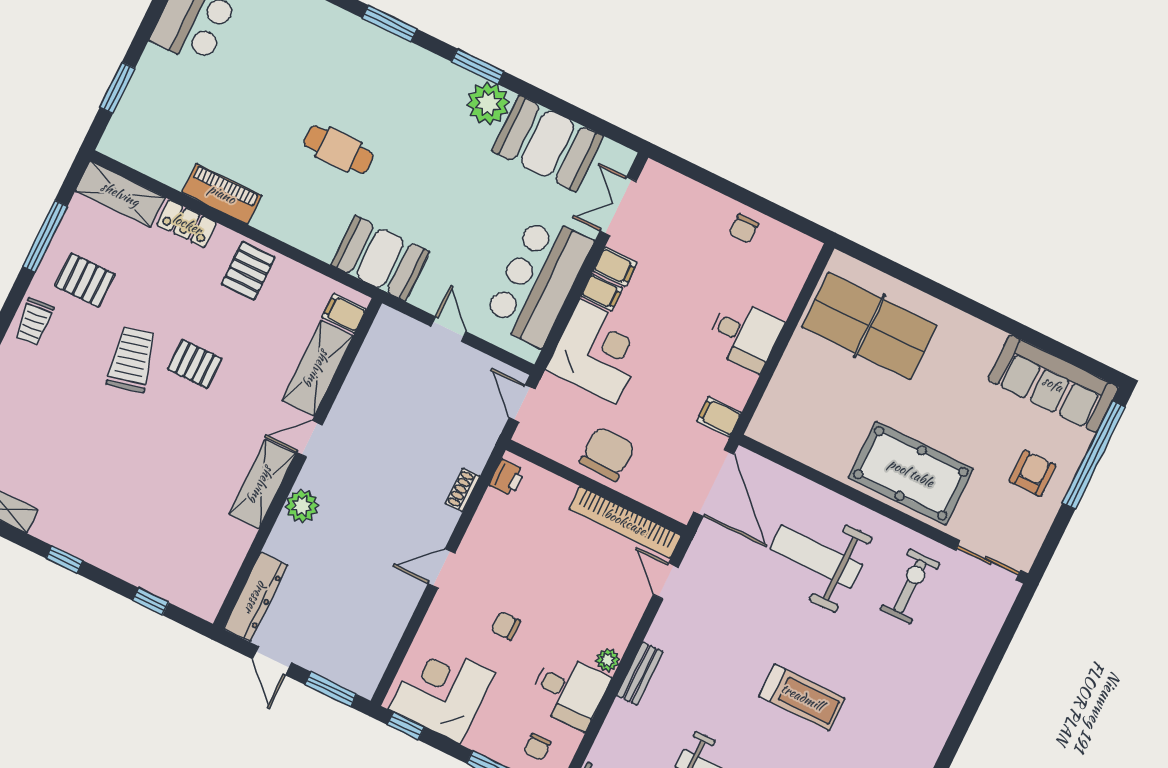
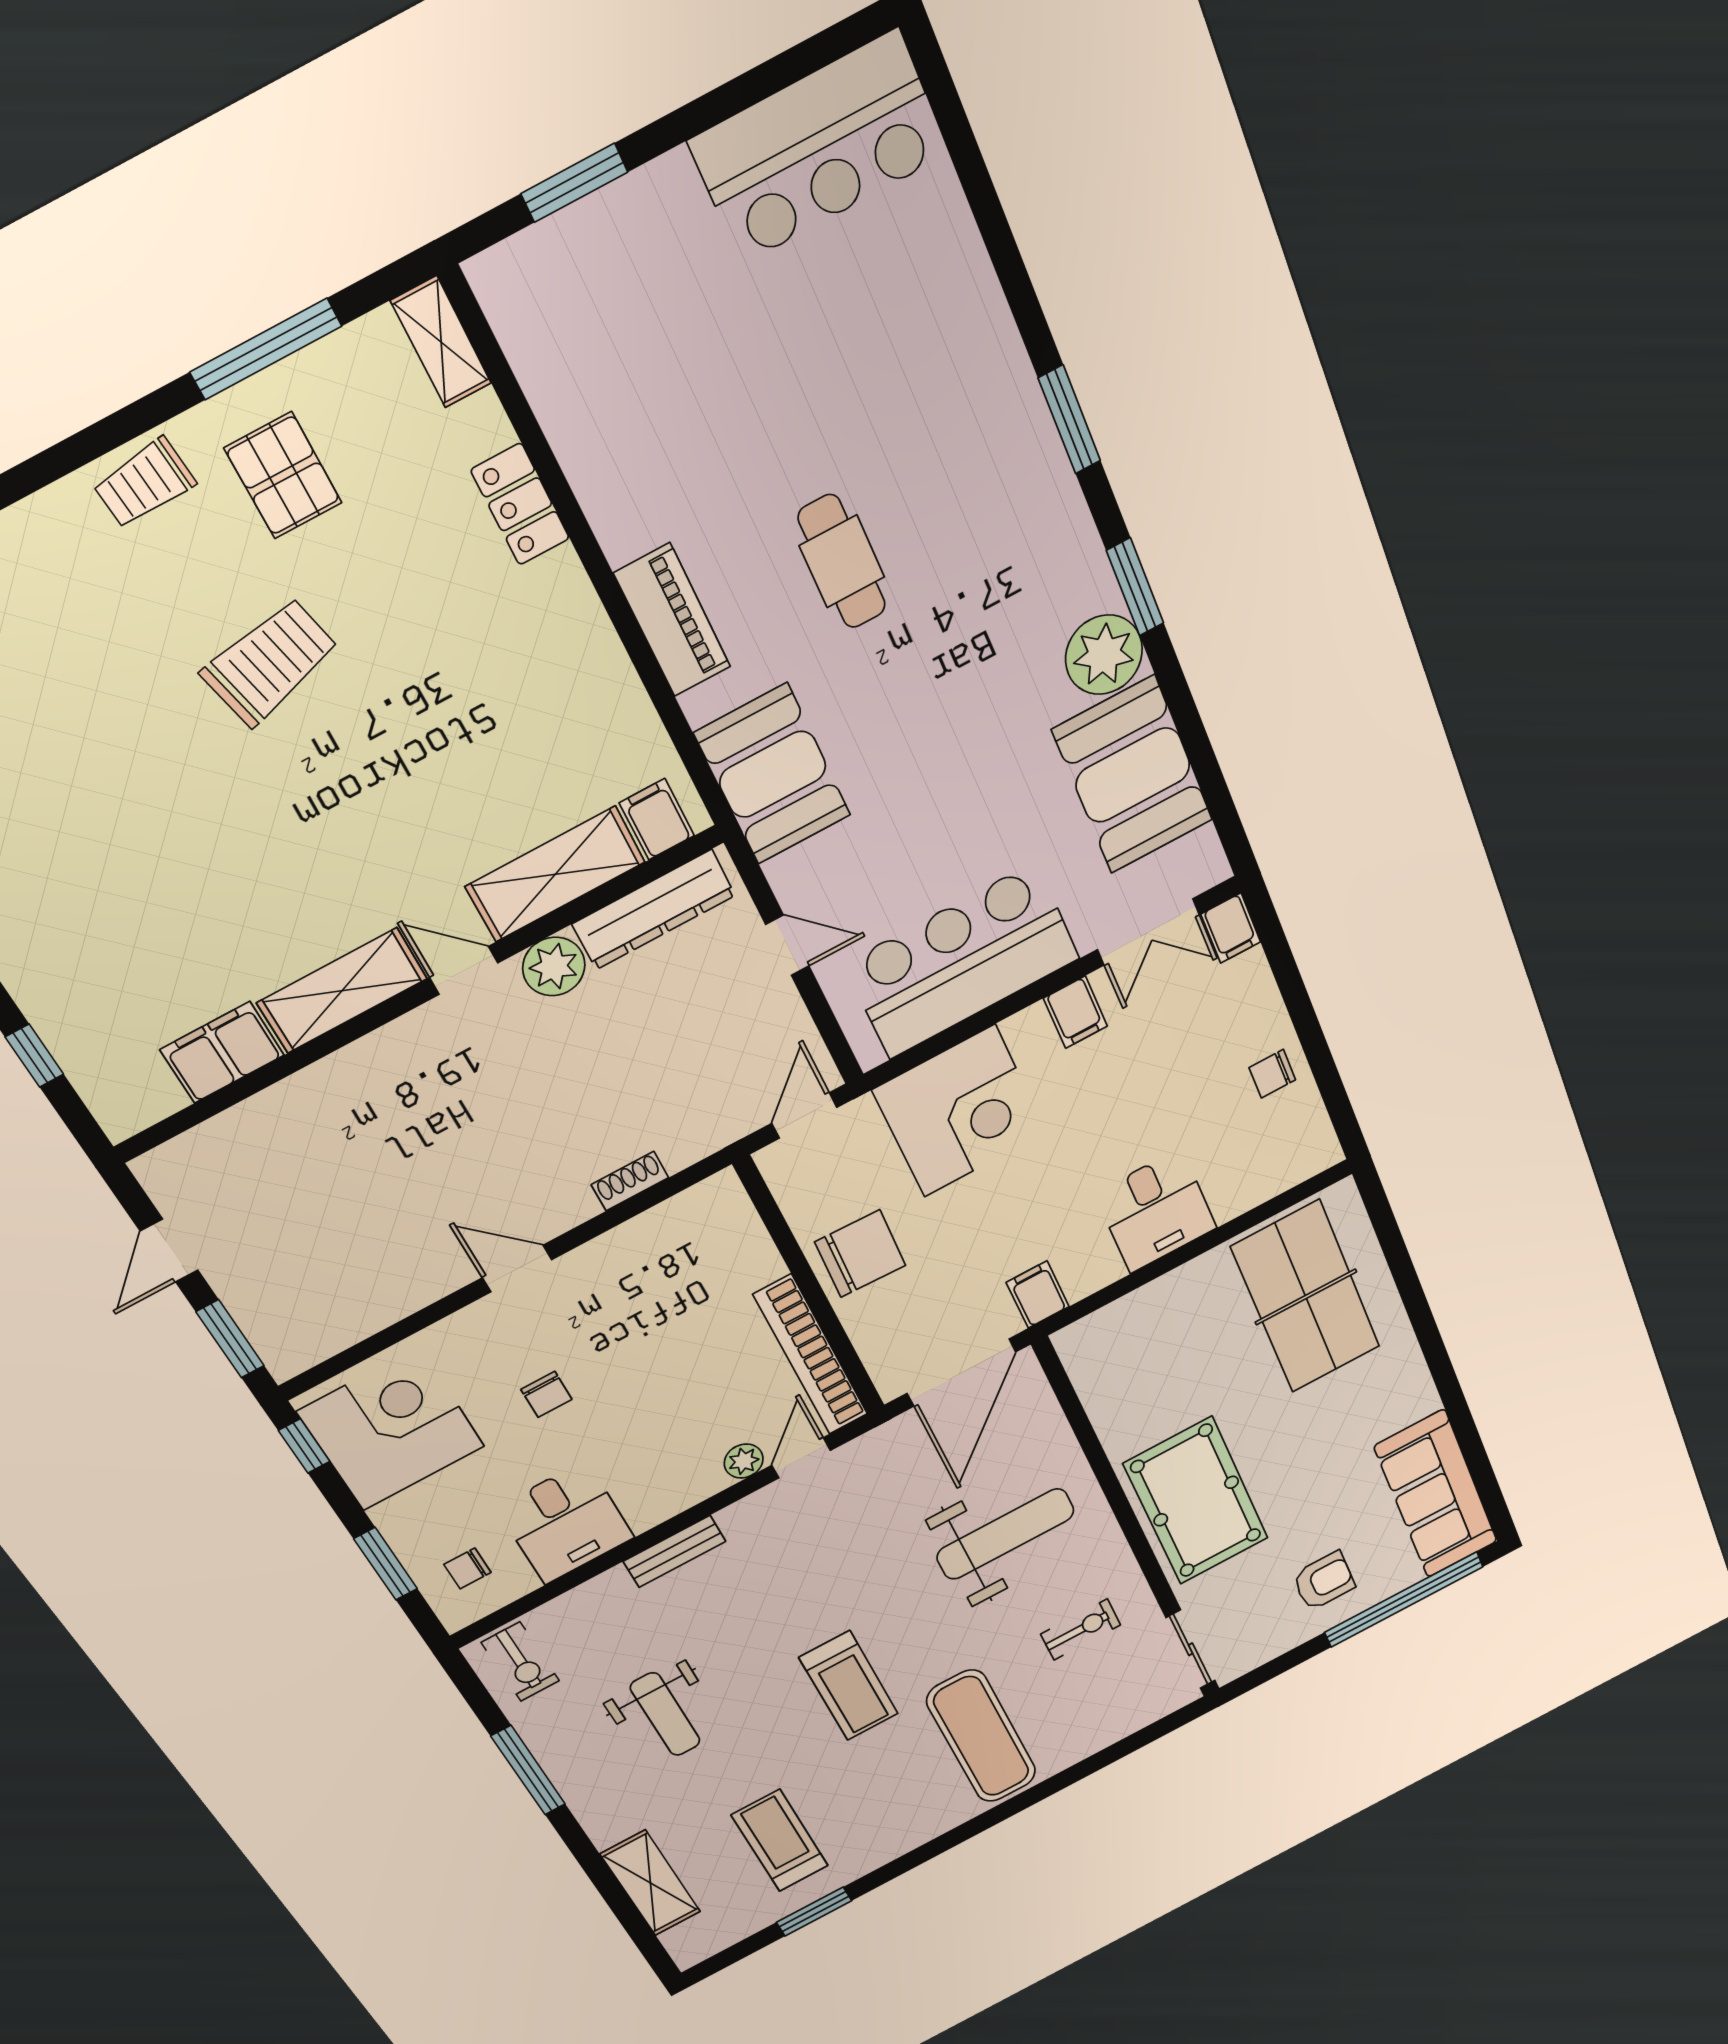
shelving: (120, 194) -> (441, 342), width x0.67, depth x0.75
piano: (222, 194) -> (672, 620), moved
double door: (618, 206) -> (1148, 932), swing flipped
pallet: (248, 271) -> (562, 652), removed
filing cabinet: (602, 292) -> (1231, 928), moved
door: (448, 329) -> (787, 945), hinge flipped
pallet: (195, 364) -> (369, 739), removed
printer: (507, 478) -> (704, 1203), removed
plant: (302, 506) -> (554, 967), moved
filing cabinet: (230, 548) -> (222, 1052), added
weight bench: (816, 557) -> (1005, 1534), turned 90
exercise bike: (910, 586) -> (1081, 1629), width x0.73, depth x0.72
dresser: (256, 597) -> (654, 910), moved
chair: (506, 626) -> (546, 1394), turned 180
plant: (608, 660) -> (744, 1461), moved
exercise mat: (907, 684) -> (981, 1736), added

